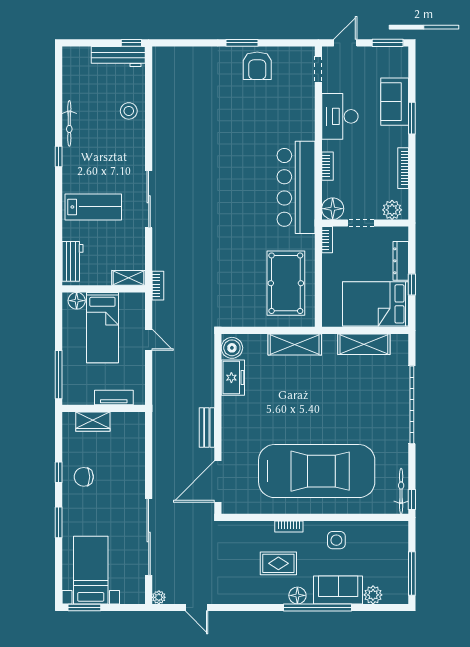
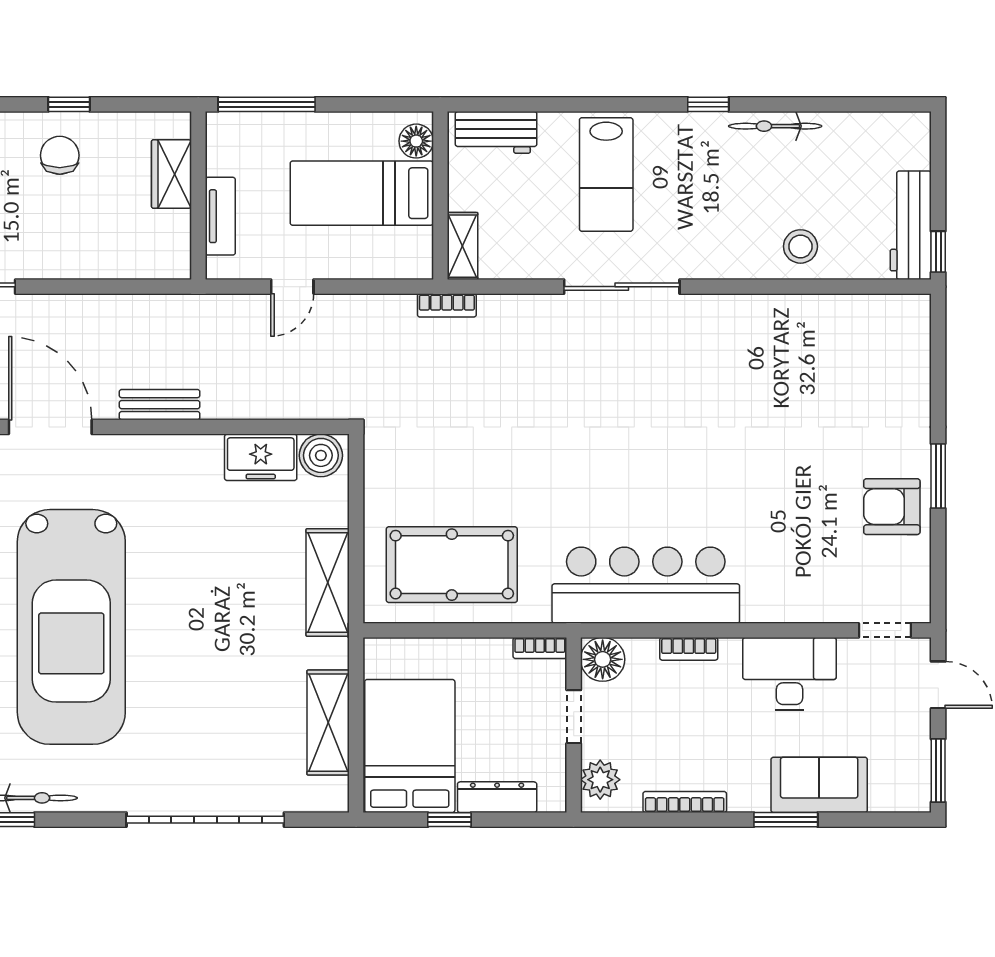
door: (149, 340) -> (292, 287), moved

